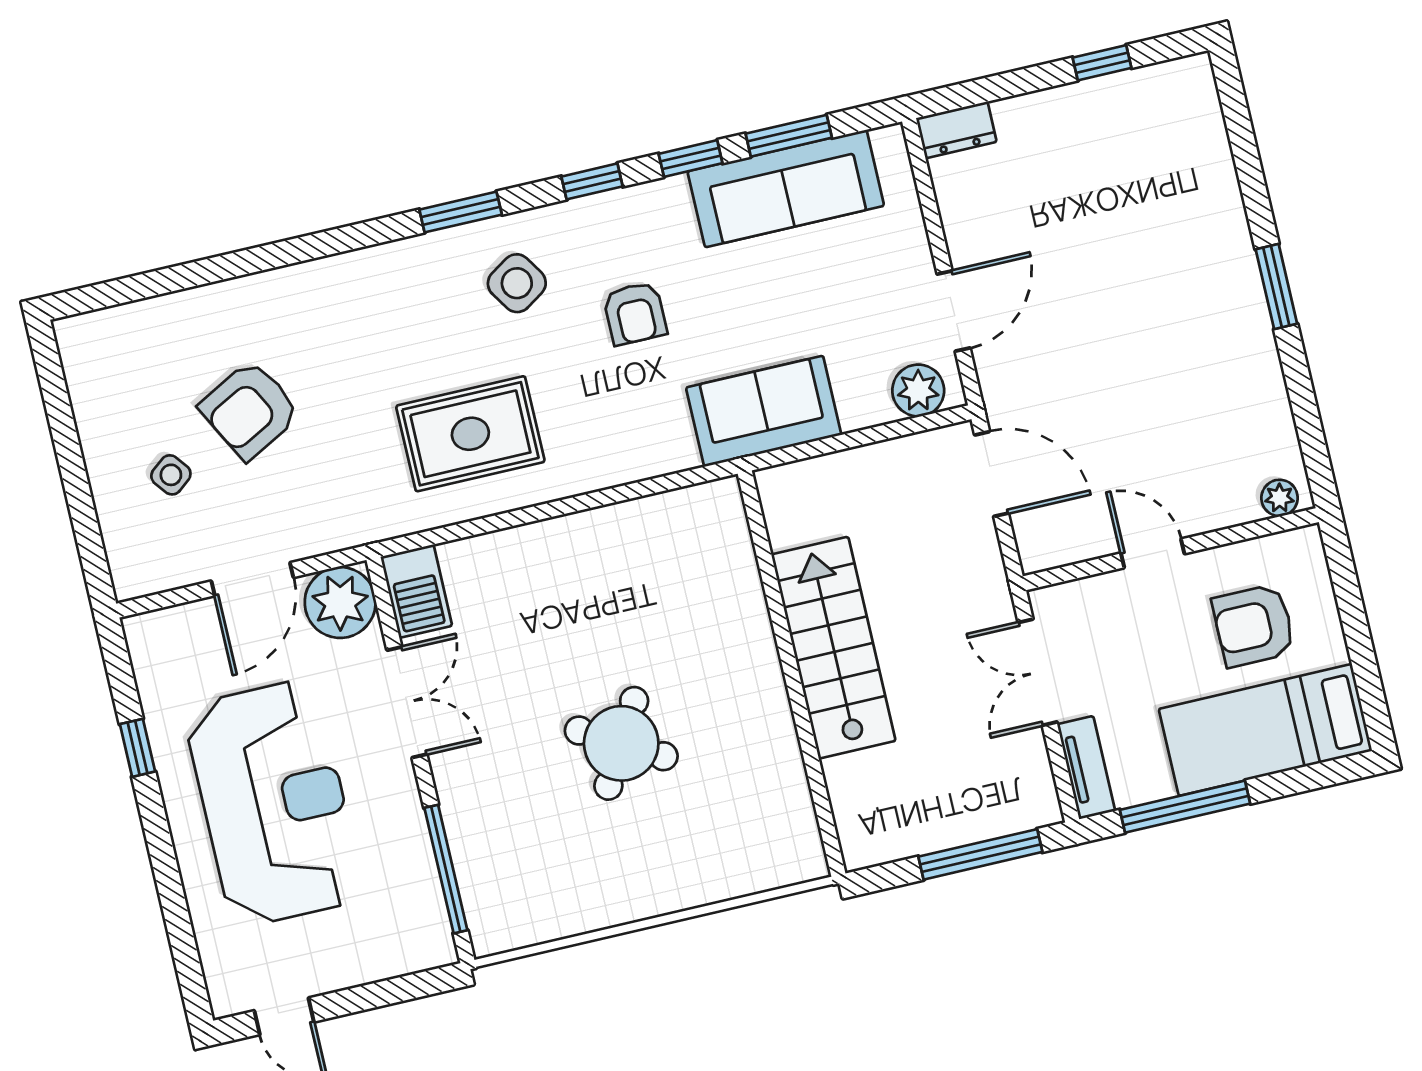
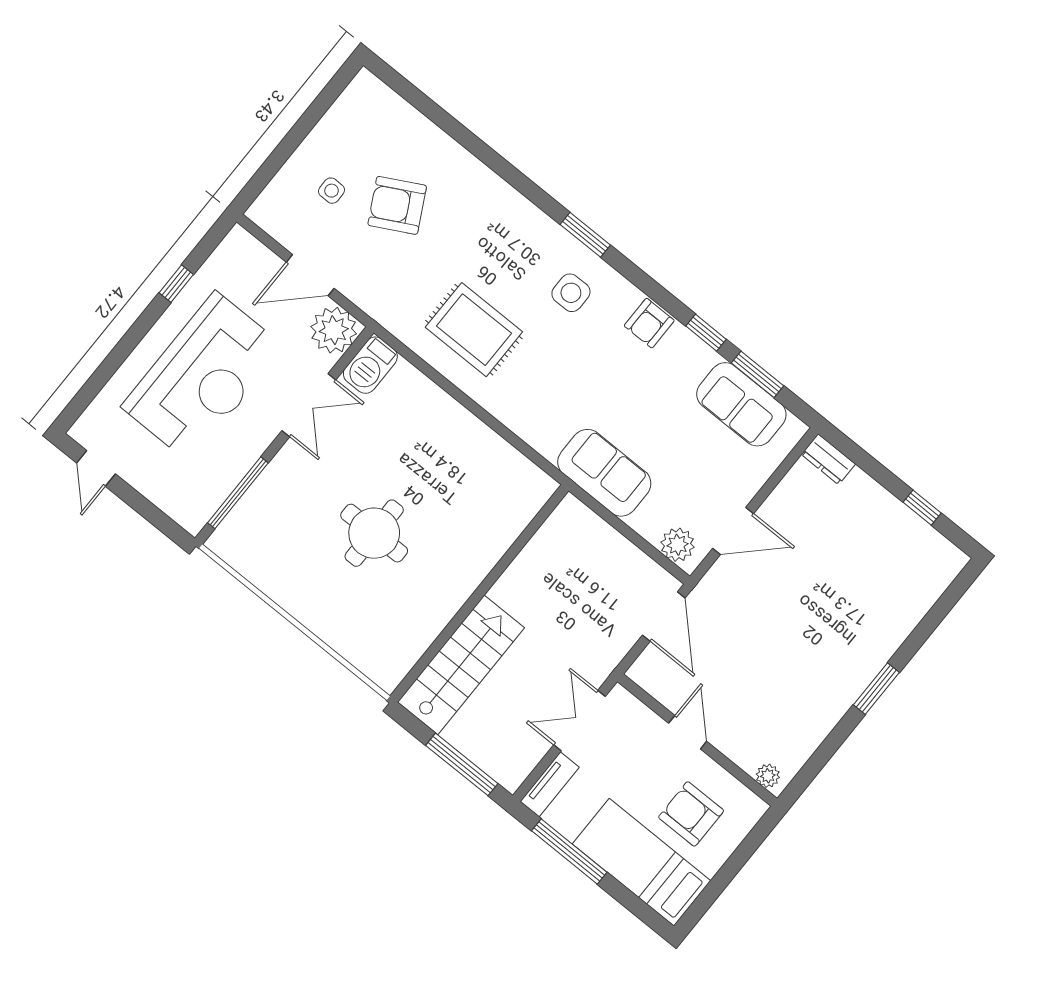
window: (592, 181) -> (654, 291), removed
sofa: (786, 189) -> (741, 404), width x0.73
side table: (517, 283) -> (571, 293), turned 33
armchair: (635, 313) -> (649, 323), moved
side table: (171, 475) -> (332, 191), turned 38
stairs: (833, 648) -> (461, 665), moved
round table: (621, 743) -> (374, 533), turned -30

